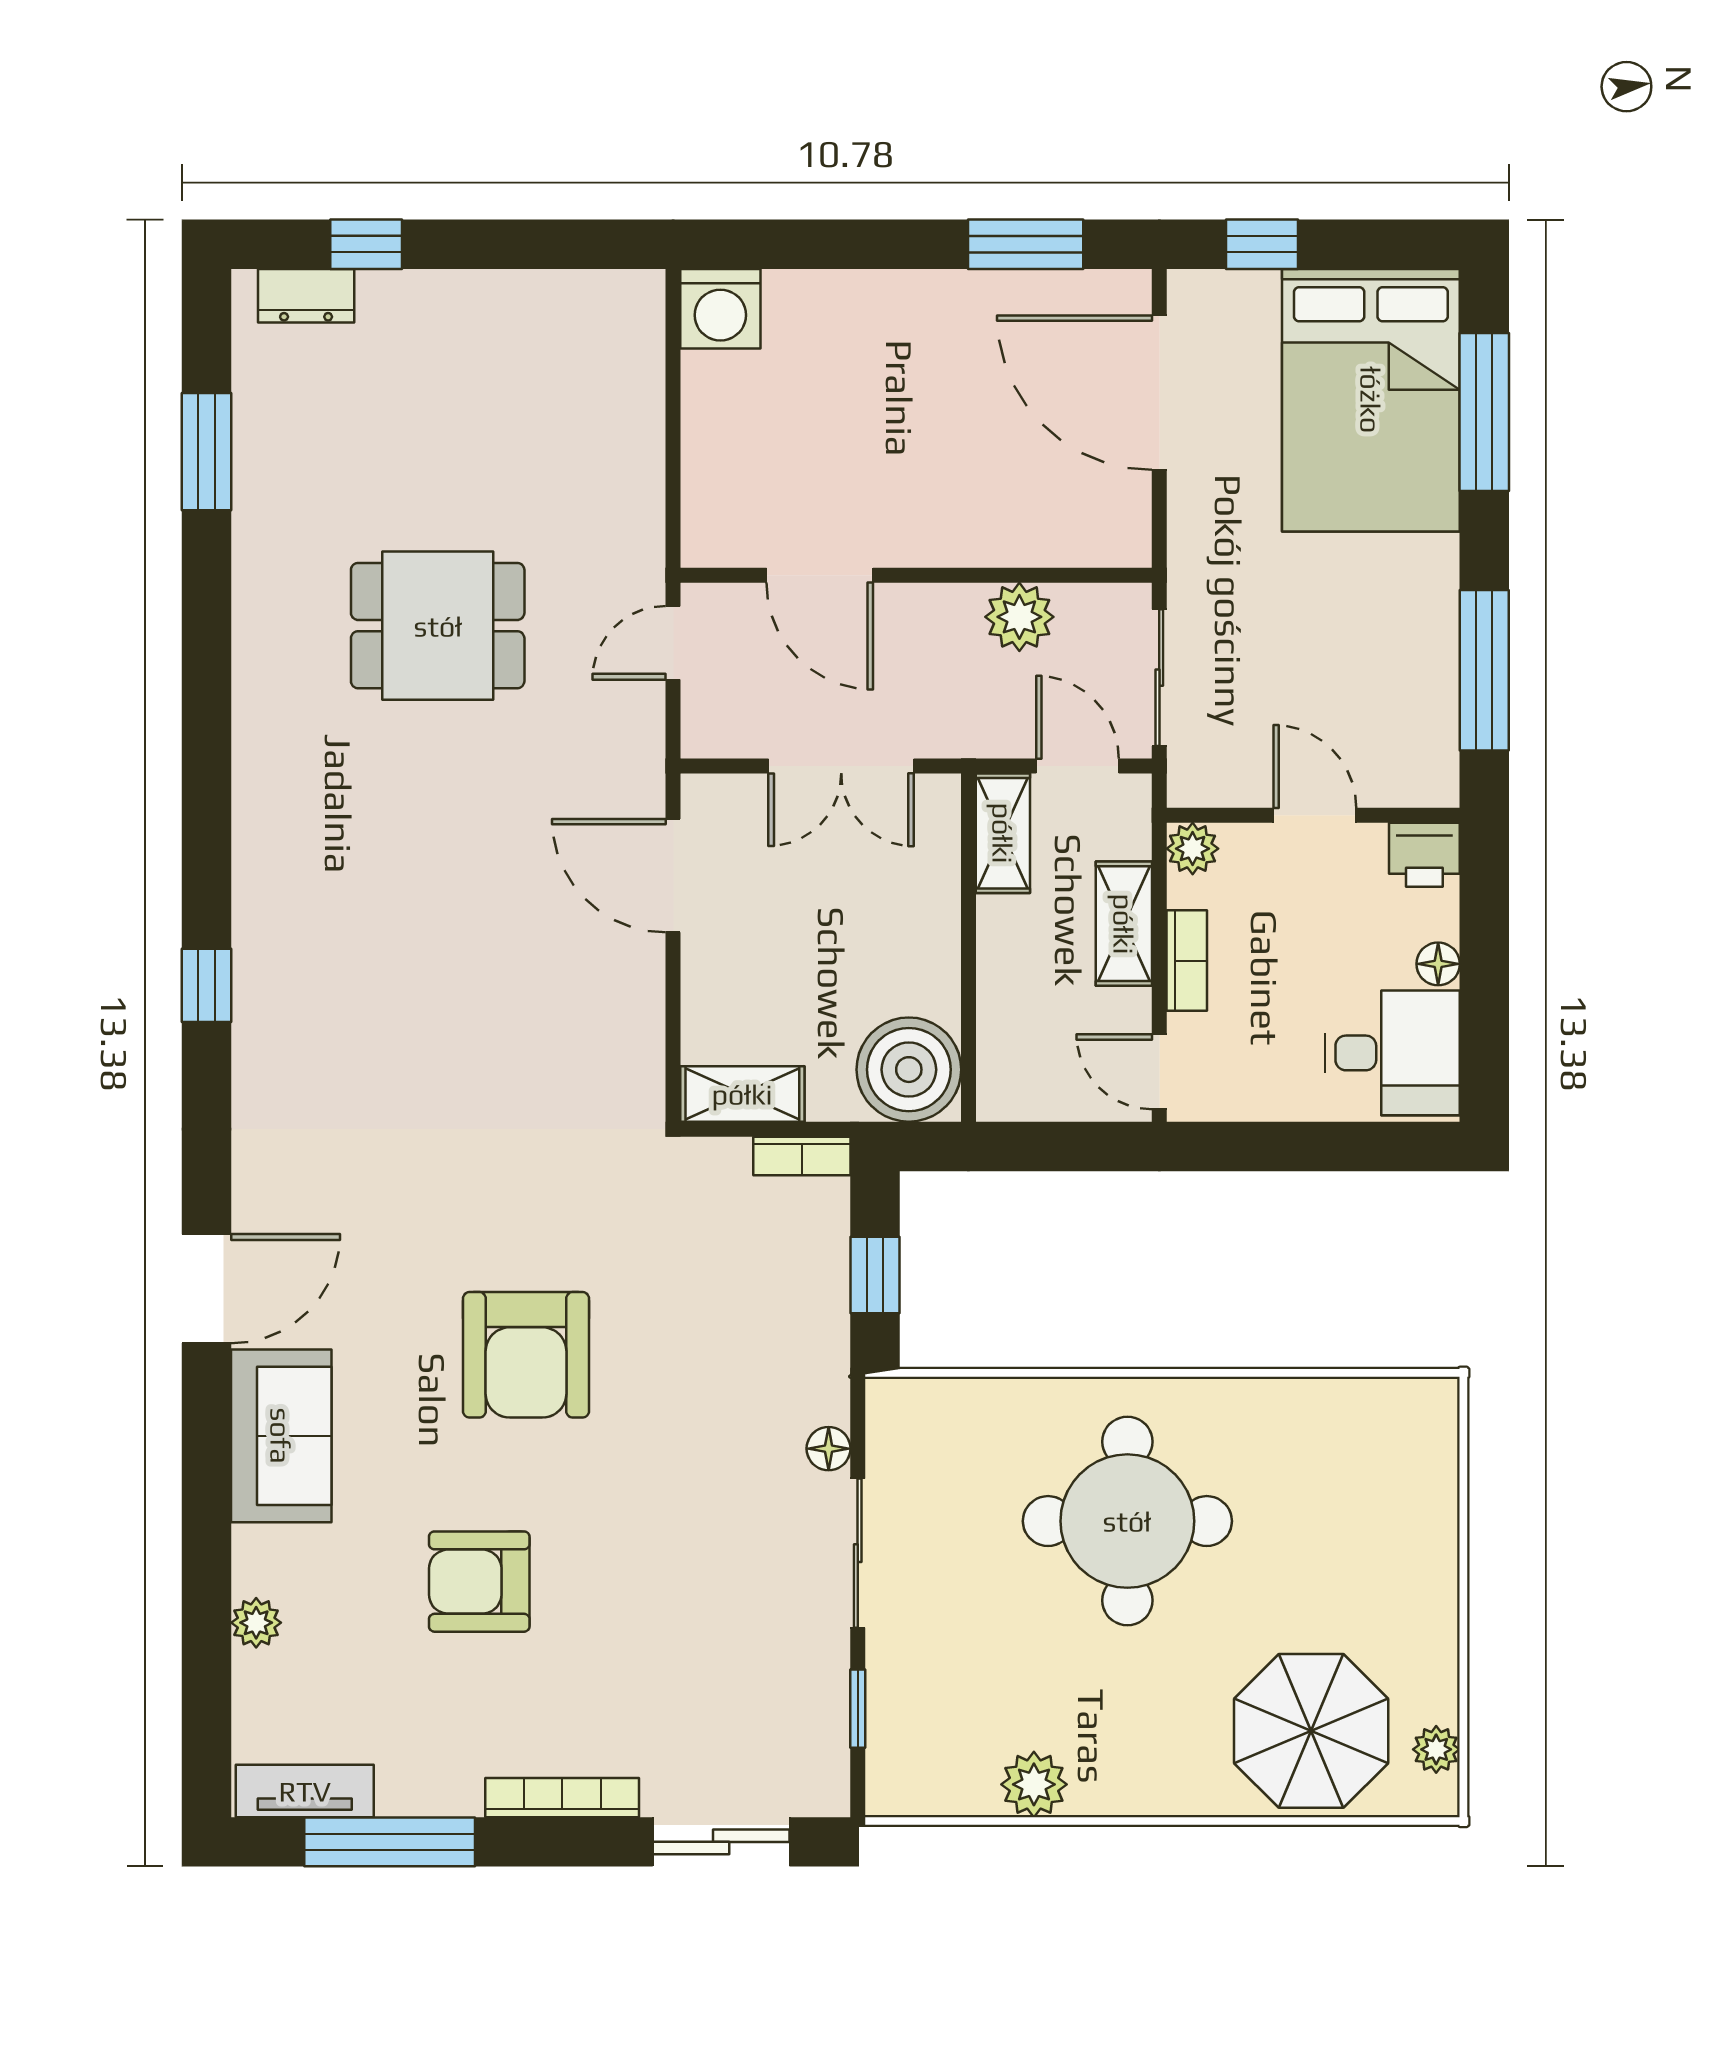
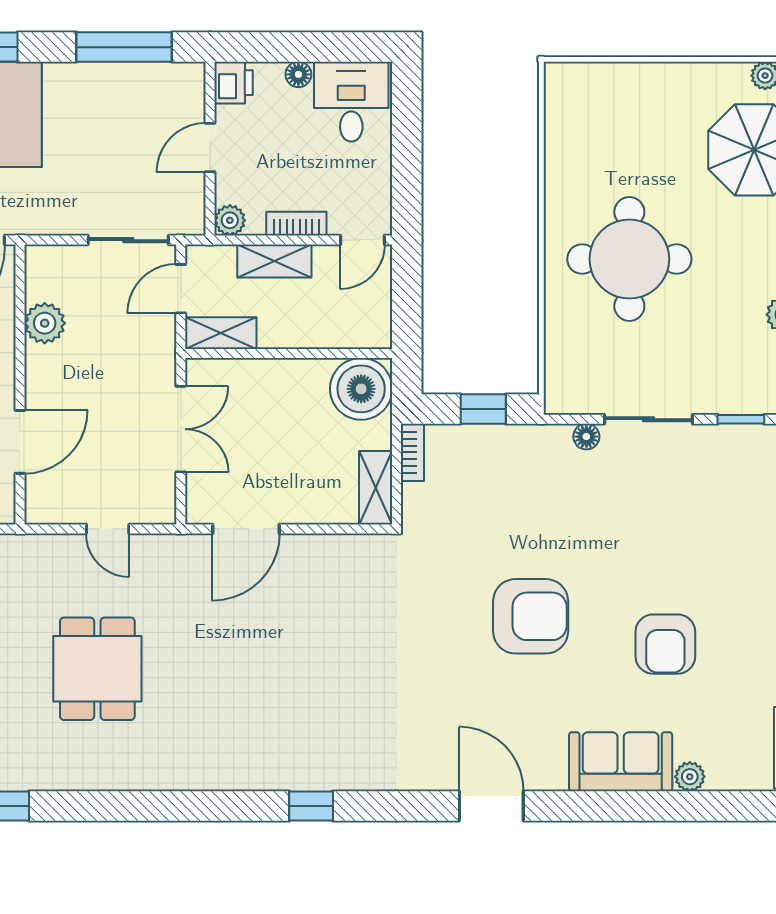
door: (820, 575) -> (20, 442), moved
wall: (916, 575) -> (20, 385), moved
plant: (1019, 617) -> (45, 323), moved
sofa: (281, 1436) -> (621, 762), moved

